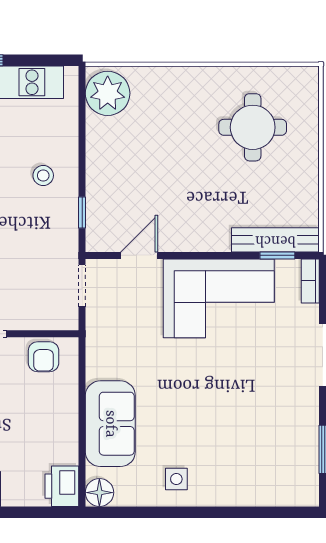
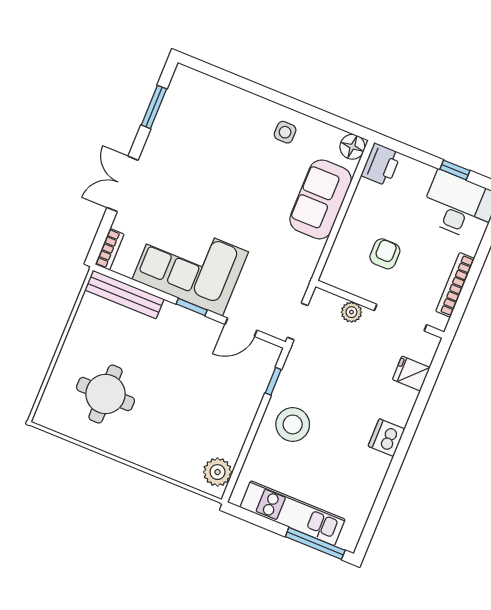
plant: (108, 93) -> (218, 472), width x0.73, depth x0.73
stool: (43, 175) -> (293, 424), width x1.89, depth x1.89
window: (277, 255) -> (192, 307), moved
plant: (30, 319) -> (351, 312), added
armchair: (44, 357) -> (385, 254), moved

